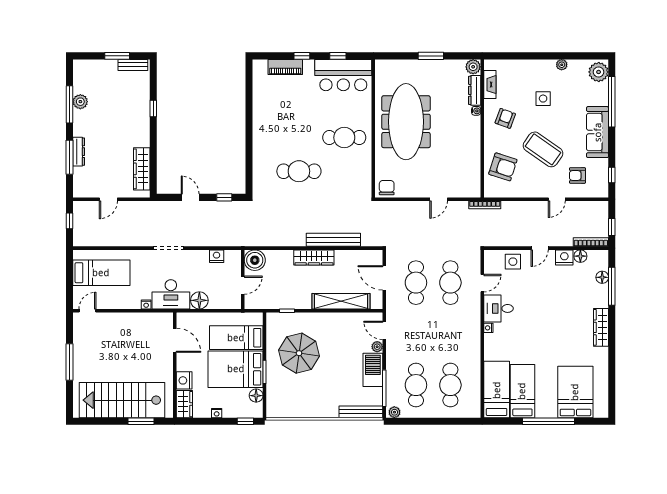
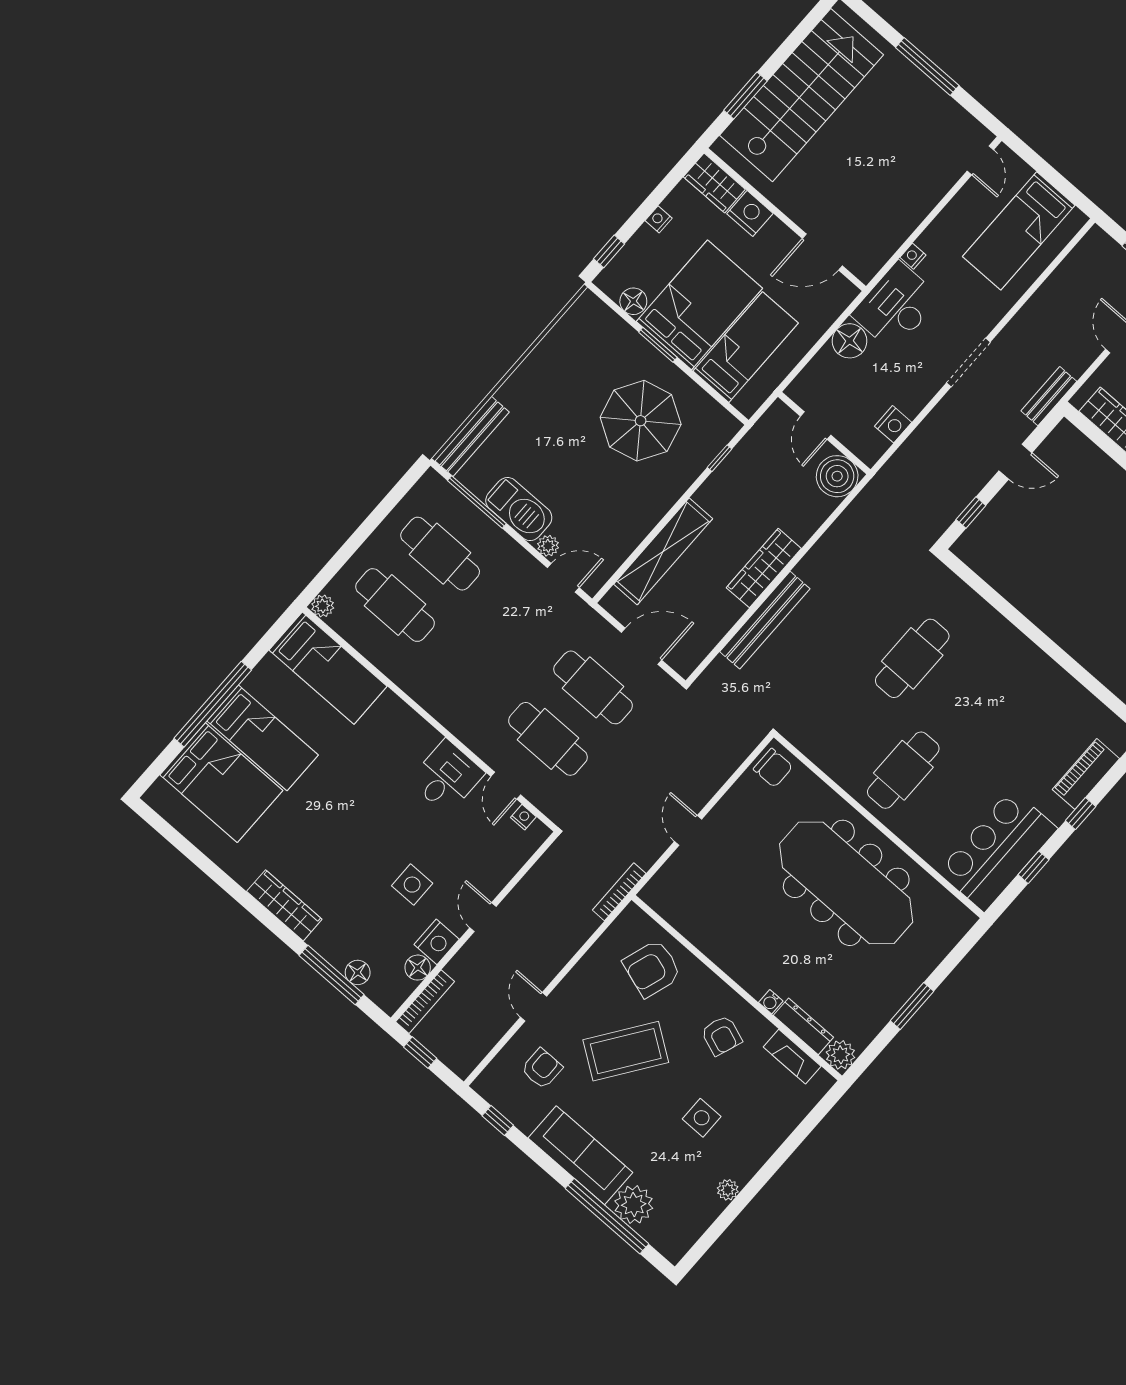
plant: (599, 72) -> (634, 1205), moved
bench: (154, 206) -> (1049, 396), added
side table: (513, 262) -> (412, 885), moved
nightstand: (488, 328) -> (523, 817), moved
bed: (522, 391) -> (263, 738), moved
plant: (394, 412) -> (323, 606), moved

